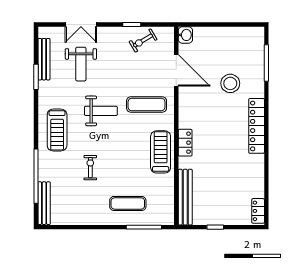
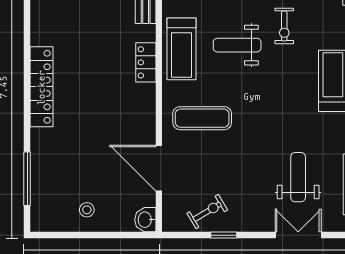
stool: (230, 83) -> (87, 210), moved, width x0.53, depth x0.53
weight bench: (101, 111) -> (237, 45), moved

